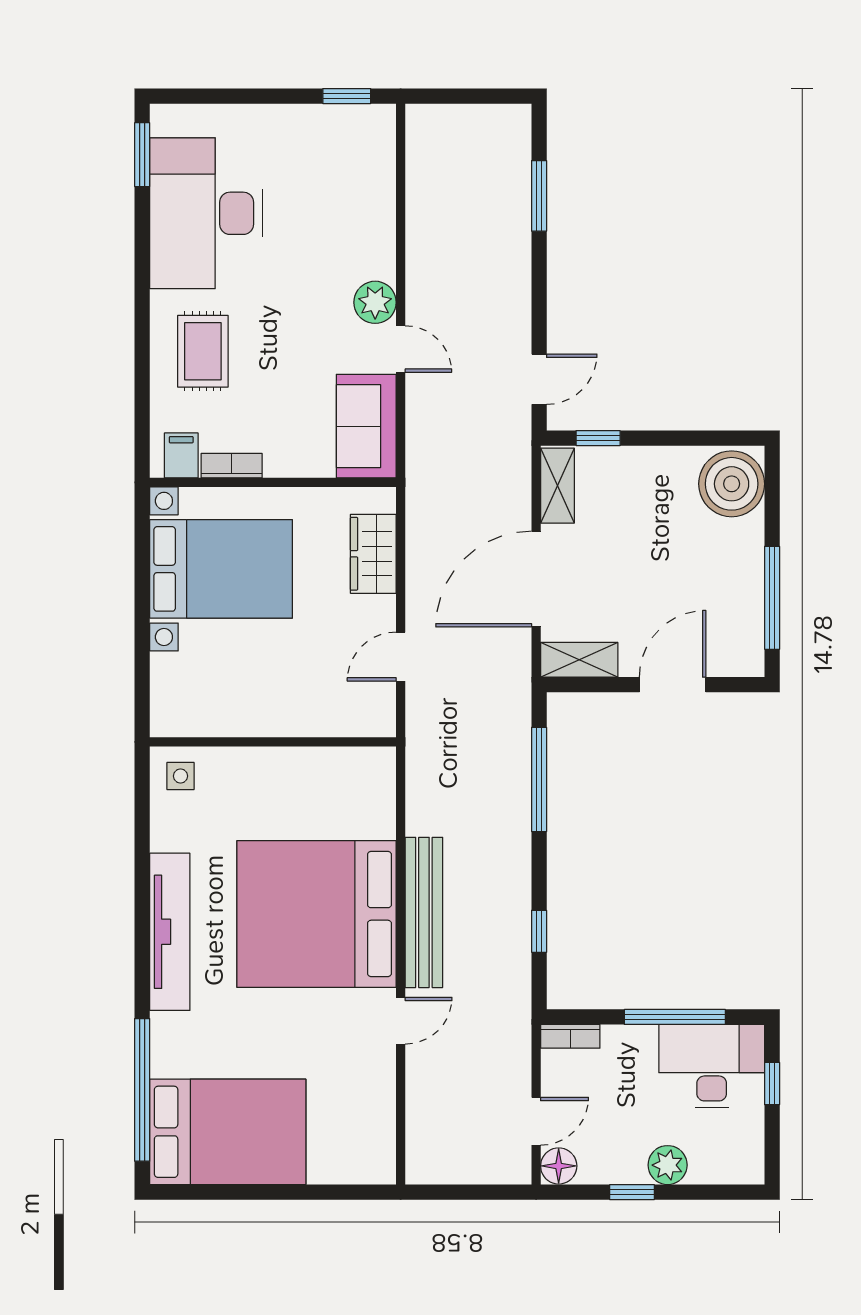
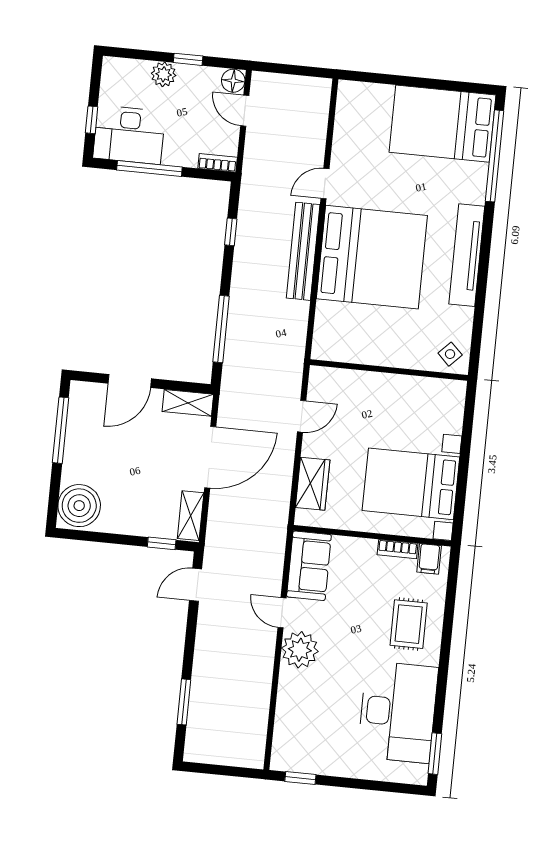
plant: (375, 302) -> (300, 650), width x1.36, depth x1.36
side table: (181, 776) -> (450, 354), turned 45
door: (536, 1121) -> (245, 111), hinge flipped

